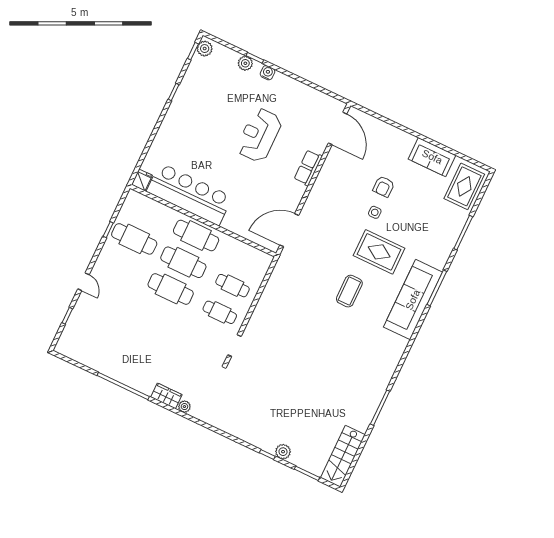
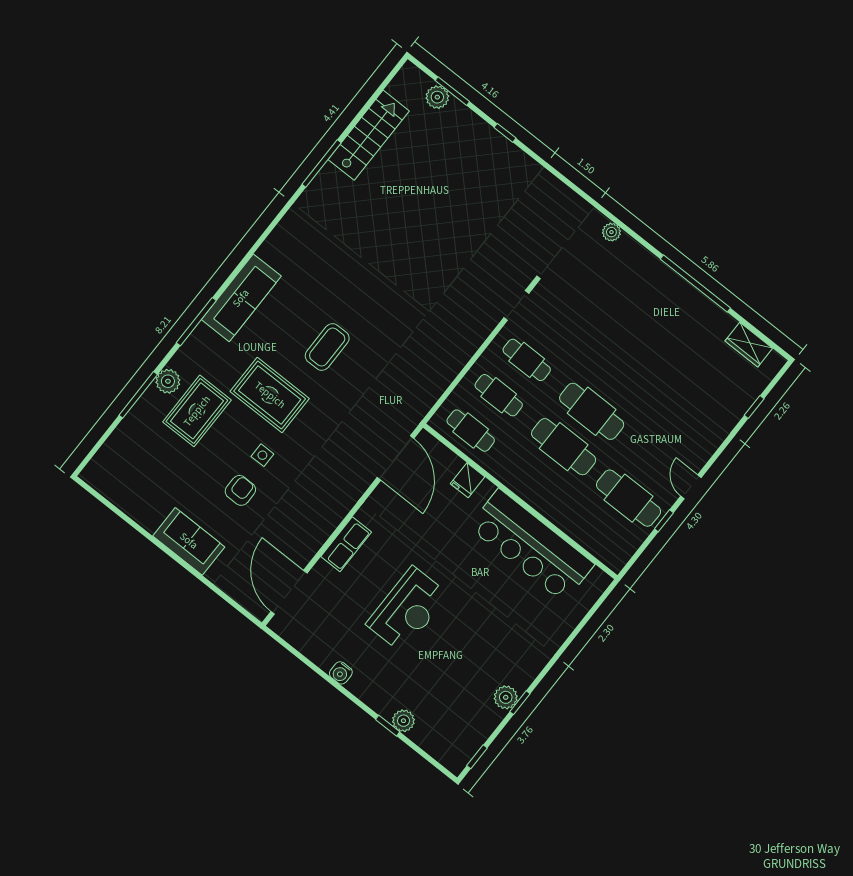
plant: (205, 49) -> (506, 697), moved
water cooler: (267, 73) -> (341, 673), moved
sofa: (432, 157) -> (189, 541), moved
fridge: (142, 180) -> (468, 480), moved
rug: (464, 186) -> (197, 411), moved
door: (289, 230) -> (396, 458), hinge flipped
cafe table: (196, 235) -> (471, 431), moved, width x0.73, depth x0.74
plant: (446, 246) -> (168, 381), added
door: (83, 282) -> (691, 487), moved
sofa: (413, 300) -> (241, 298), width x0.74, depth x0.79
wardrobe: (166, 396) -> (749, 345), moved
plant: (283, 452) -> (437, 97), moved
stairs: (343, 456) -> (369, 135), moved

